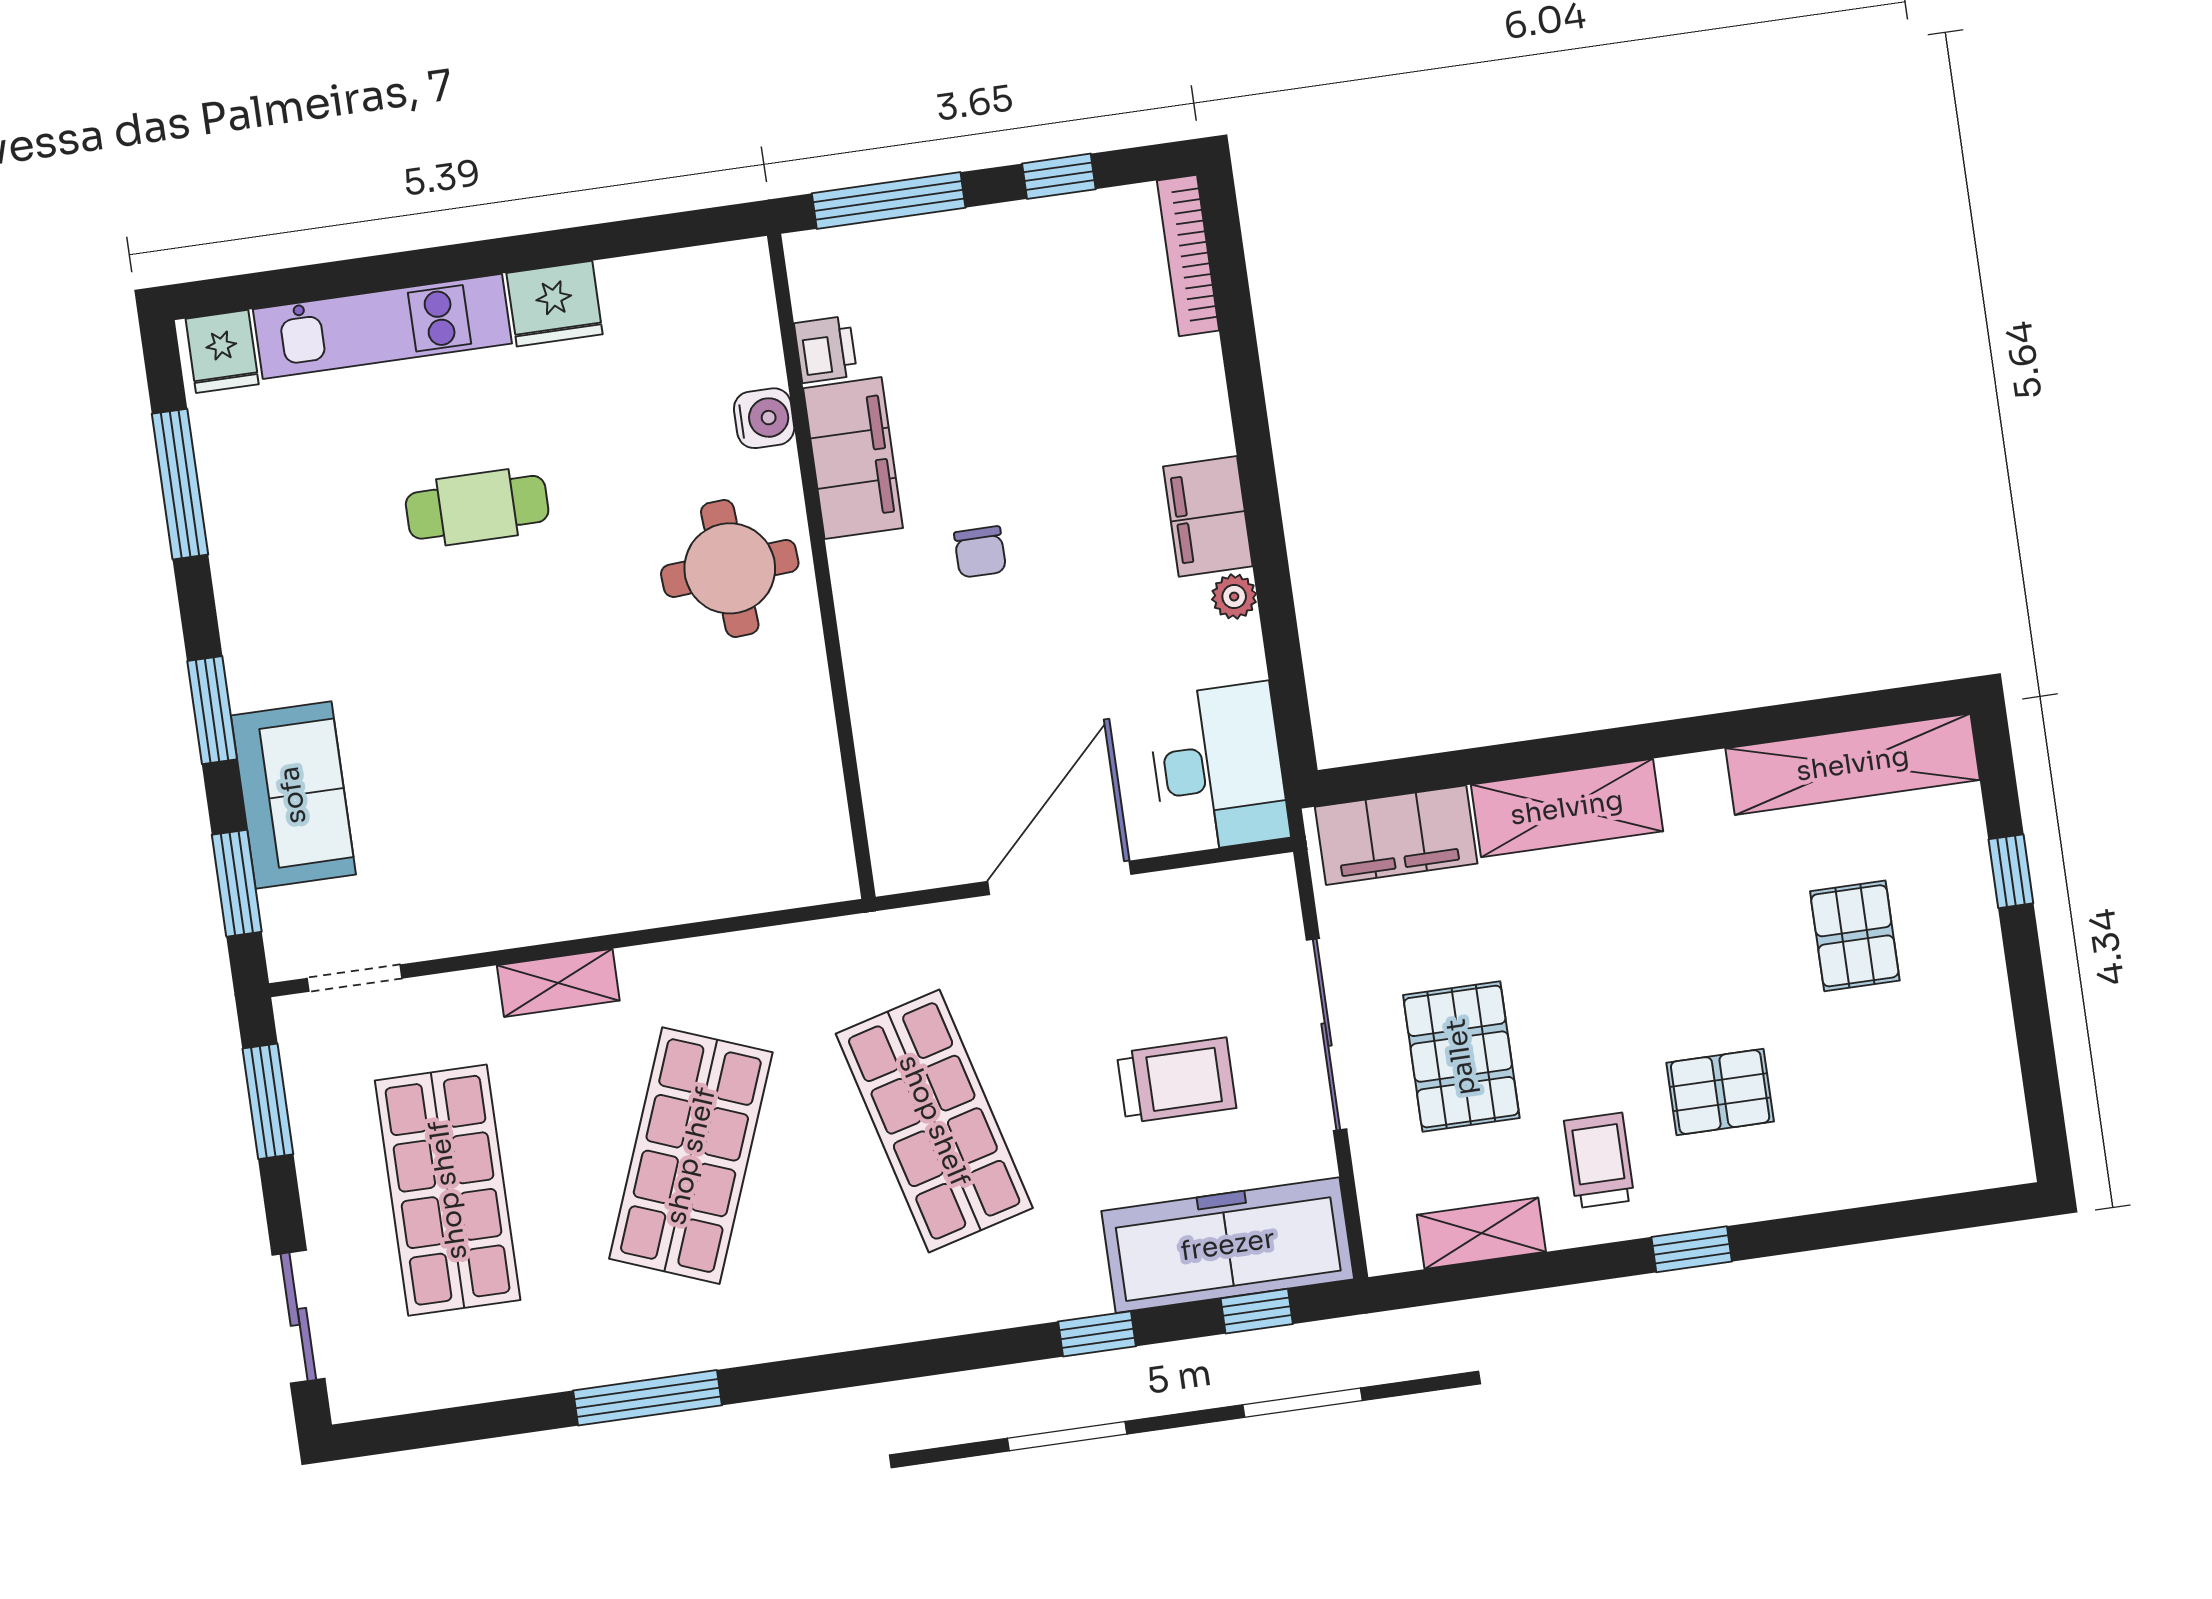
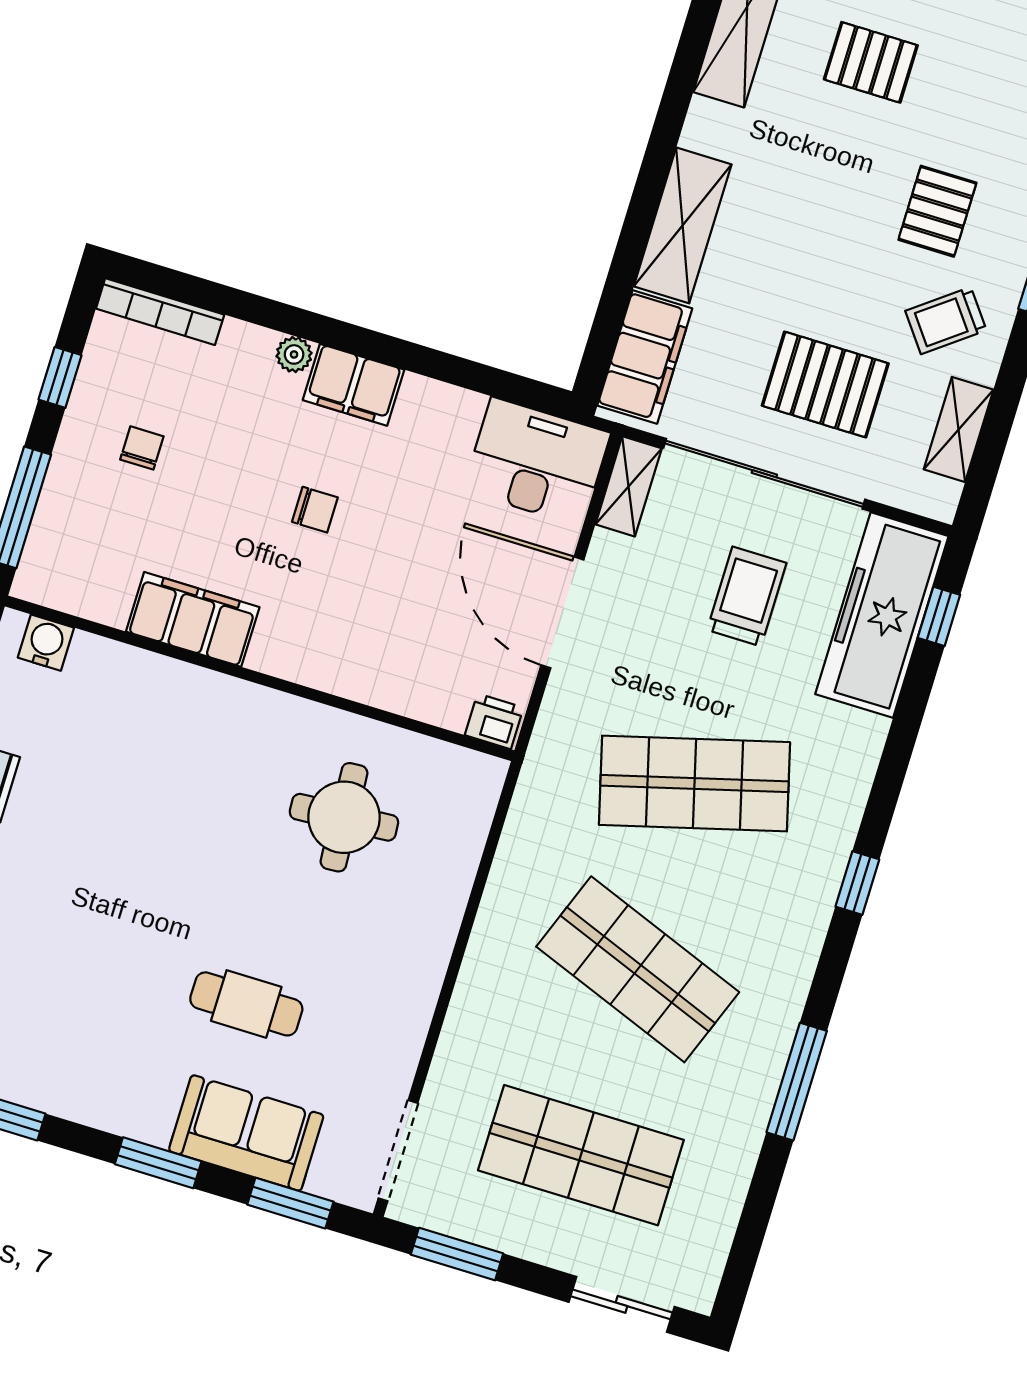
chair: (1022, 308) -> (142, 448), added
printer: (826, 349) -> (494, 721), moved
water cooler: (764, 418) -> (46, 643), moved
cafe table: (477, 507) -> (246, 1004), moved, turned 90
chair: (980, 552) -> (315, 510), moved
round table: (730, 568) -> (344, 817), moved
plant: (1234, 597) -> (294, 354), moved
doorway: (355, 978) -> (398, 1151), width x1.38
shelving: (558, 983) -> (629, 486), moved
sliding door: (1326, 1035) -> (764, 474), width x1.36
trolley: (1599, 1160) -> (946, 321), turned -37
window: (1097, 1334) -> (857, 883), moved

